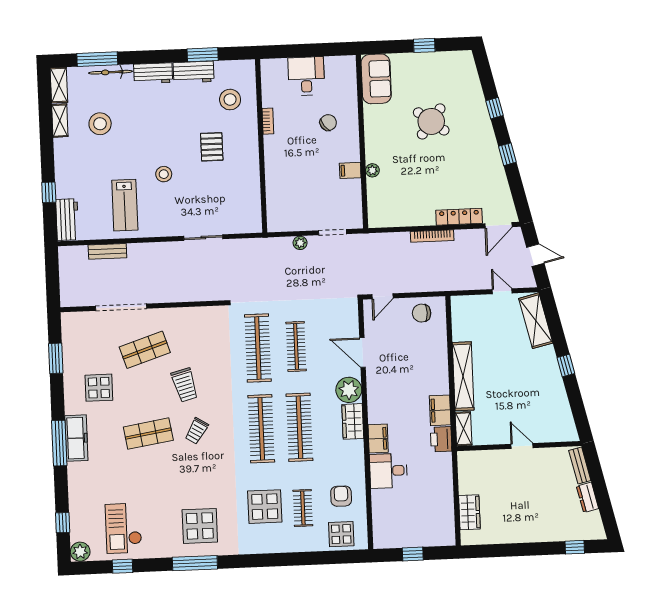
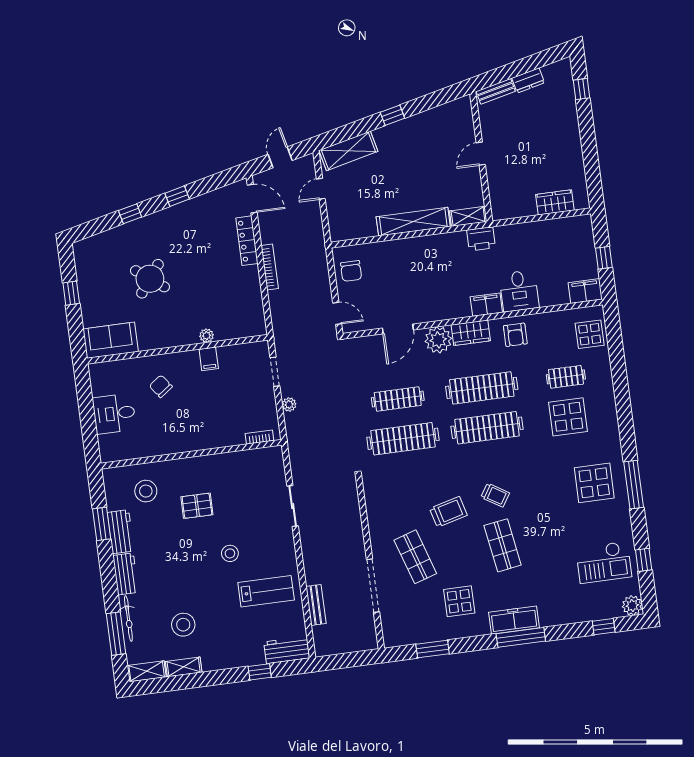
bookcase: (268, 121) -> (259, 437), moved
filing cabinet: (440, 410) -> (585, 291), moved, turned 180
armchair: (341, 496) -> (515, 335), moved, turned -90

